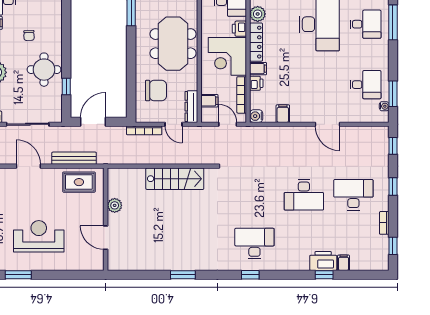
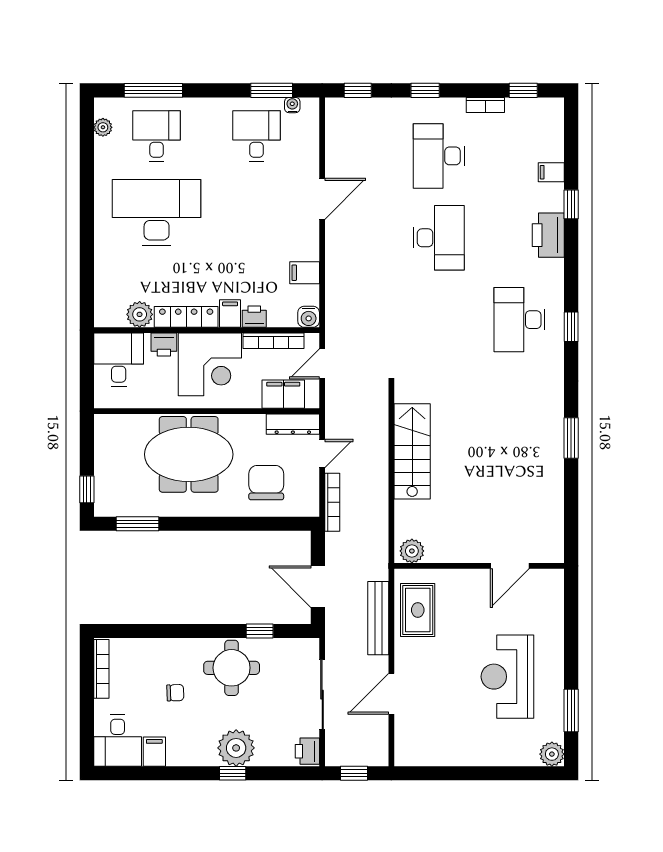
filing cabinet: (209, 101) -> (283, 394), width x2.00
plant: (115, 205) -> (412, 551), moved
printer: (323, 261) -> (548, 235), moved

